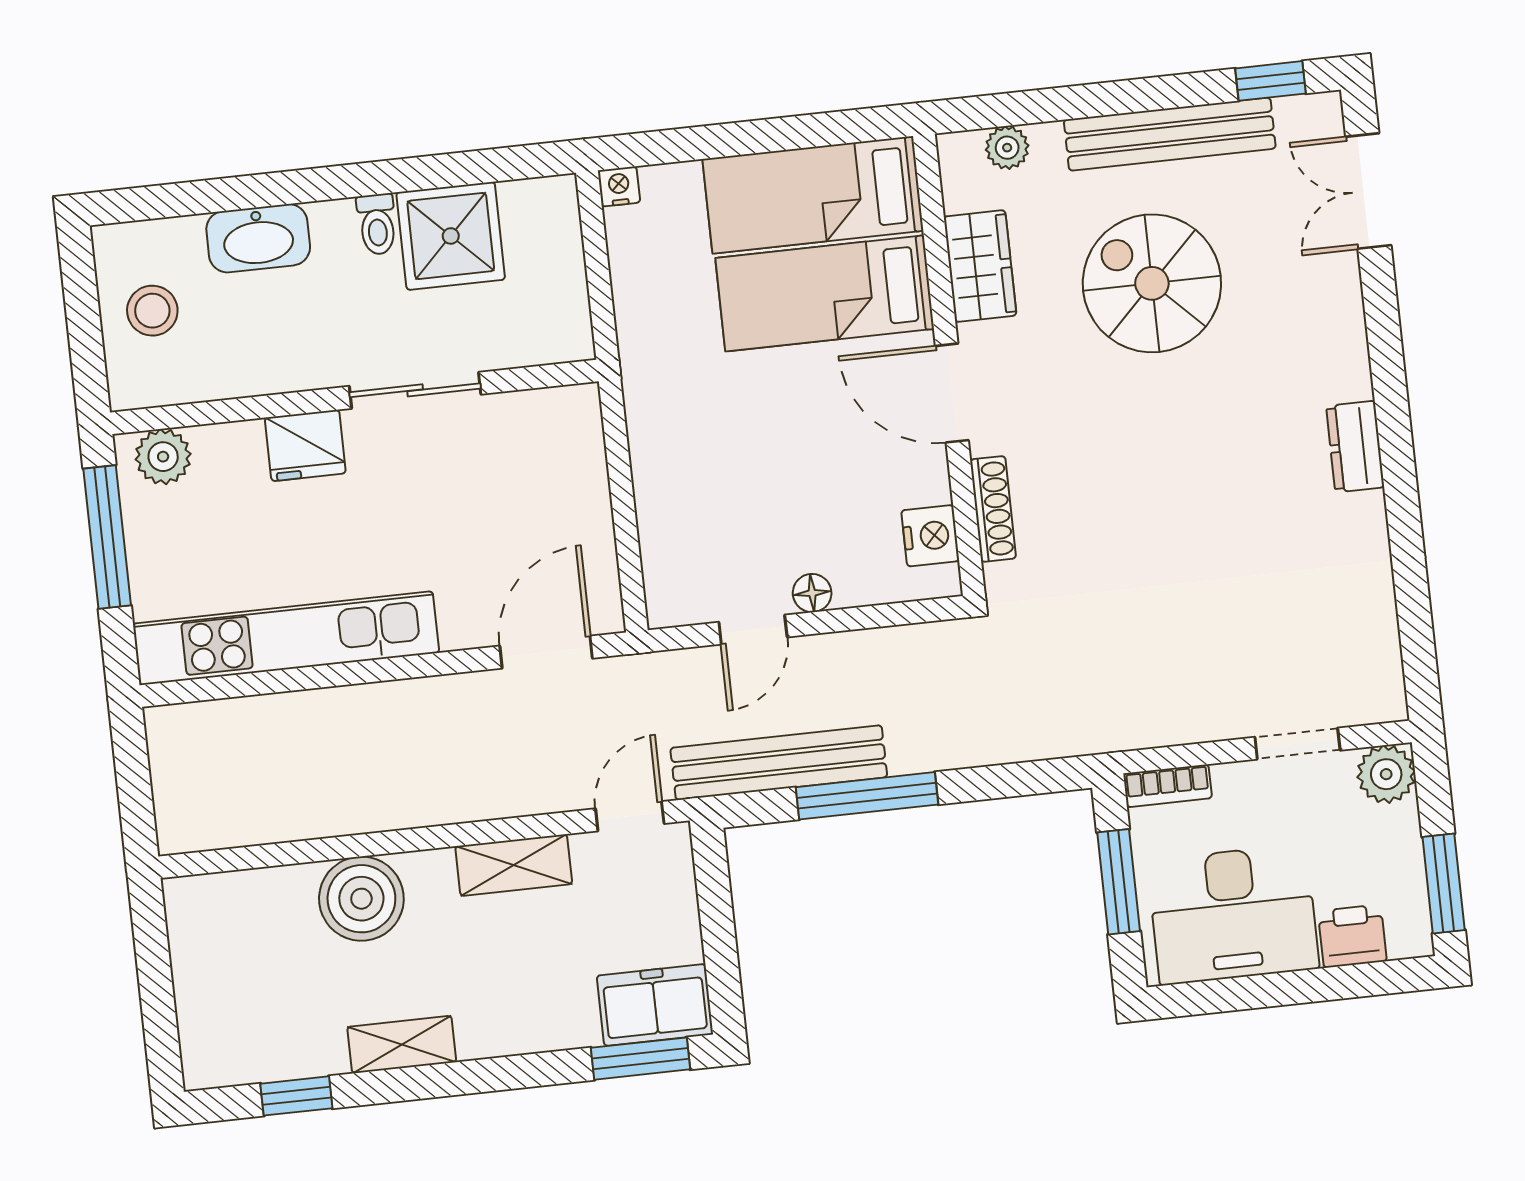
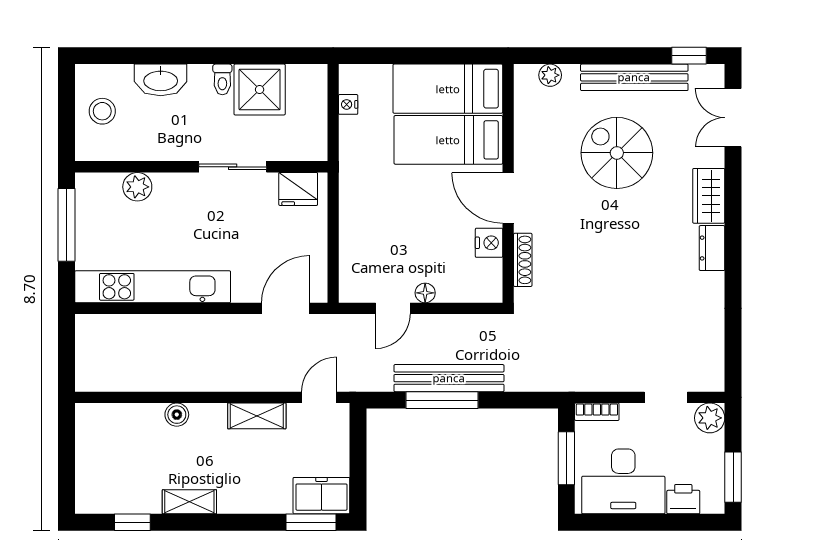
nightstand: (619, 186) -> (348, 104), moved, turned -90
wardrobe: (980, 266) -> (709, 196), moved, turned 180
fridge: (305, 445) -> (298, 189), moved
plant: (163, 457) -> (137, 187), moved
nightstand: (930, 536) -> (489, 243), moved
bench: (779, 763) -> (449, 378), moved
boiler: (361, 899) -> (177, 415), width x0.54, depth x0.54

